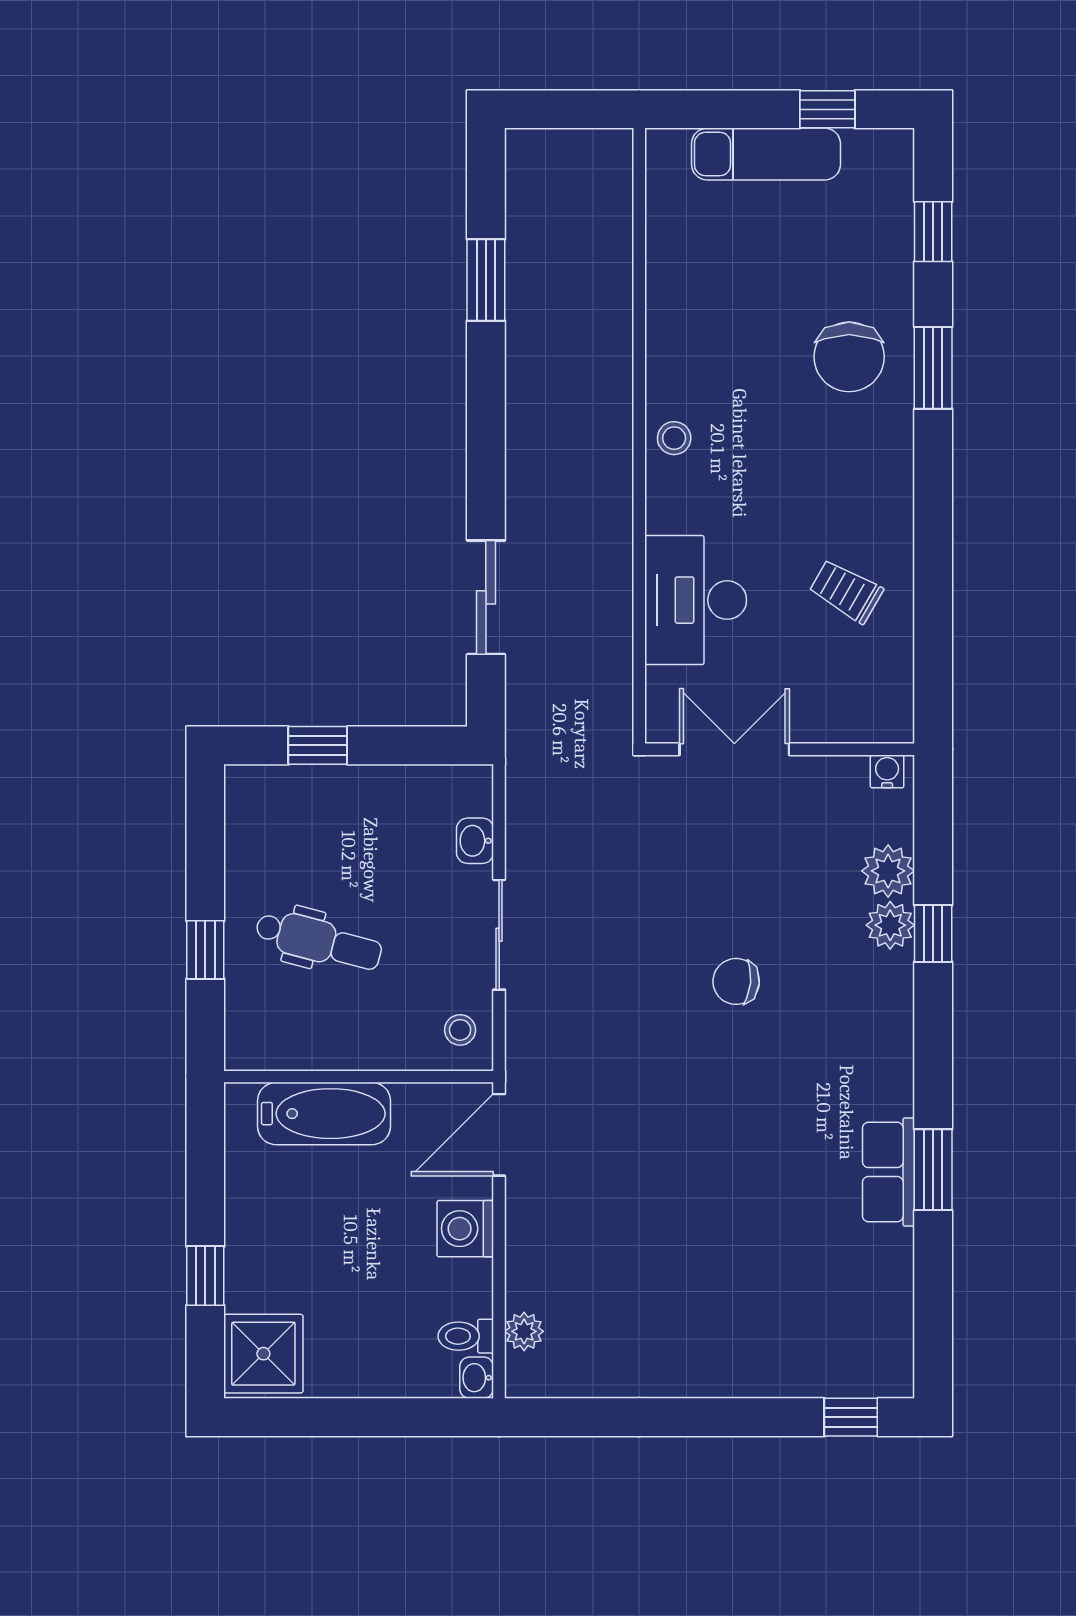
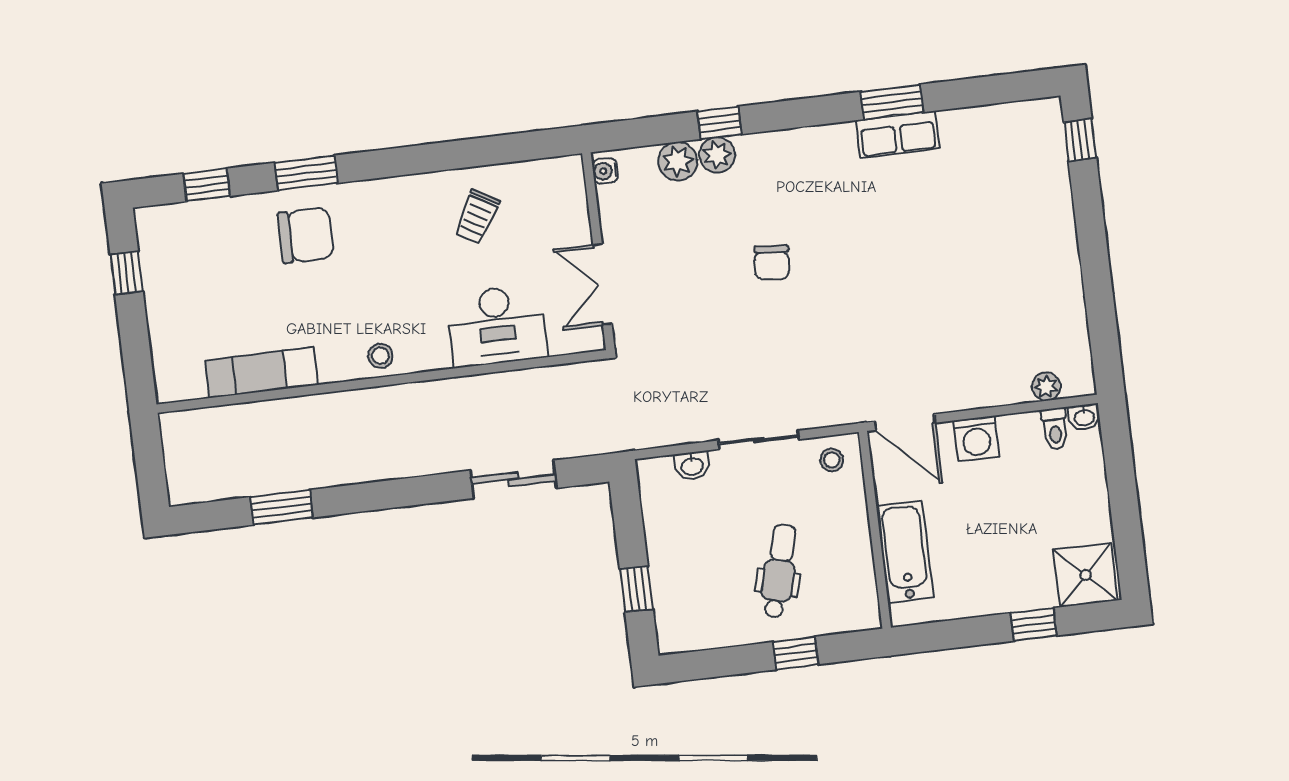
exam couch: (766, 154) -> (261, 373), moved, turned -90

